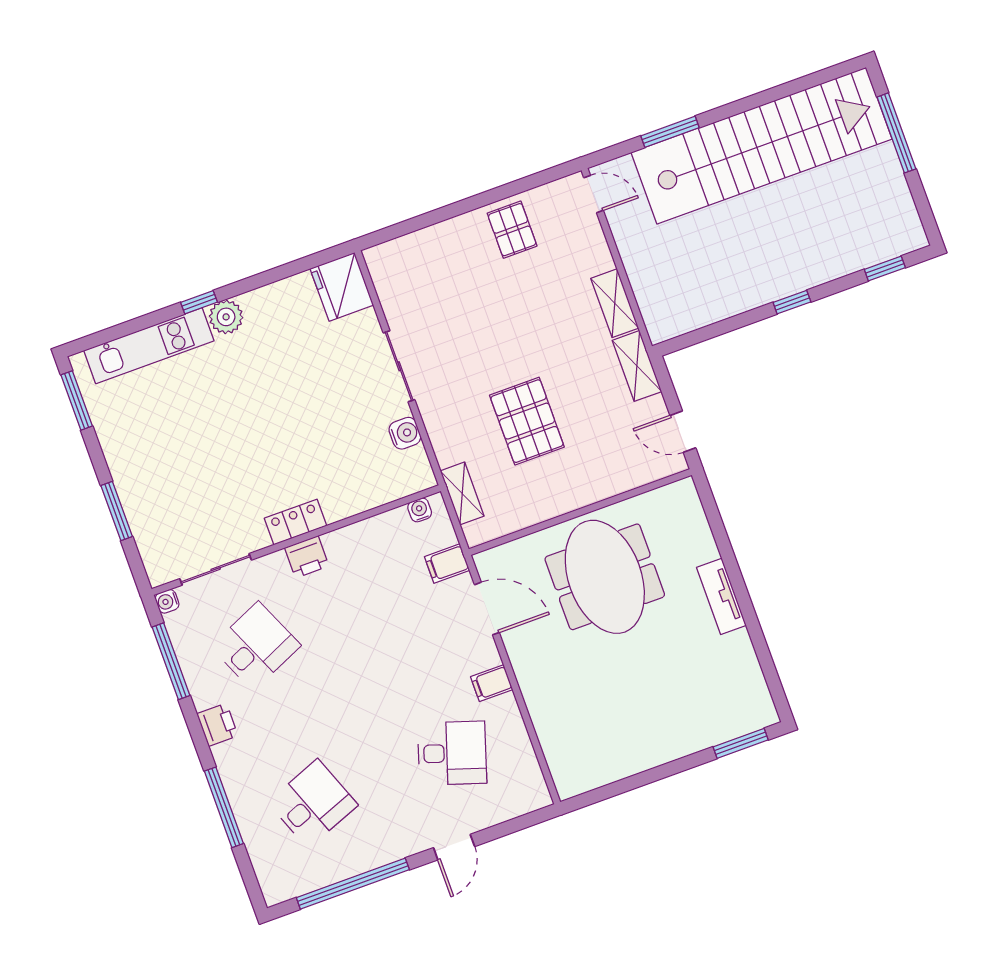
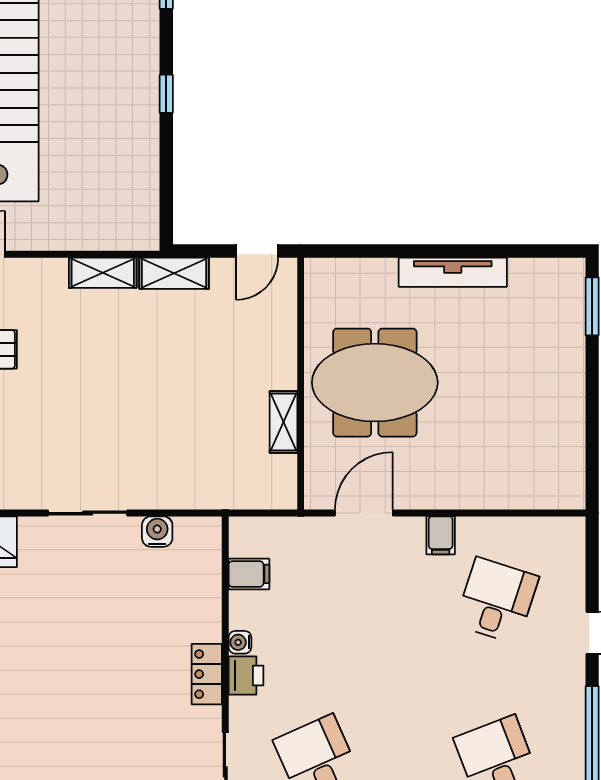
pallet: (527, 421) -> (190, 404), removed
shelving: (462, 493) -> (283, 422), moved, turned 90
water cooler: (420, 510) -> (240, 642), moved
filing cabinet: (447, 563) -> (249, 574), moved, turned -90
tv unit: (721, 596) -> (453, 272), width x1.41

